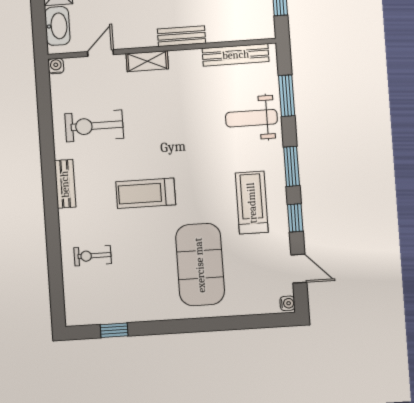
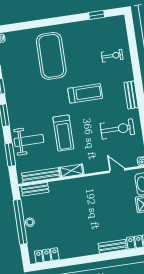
bench: (181, 36) -> (35, 189), moved
door: (100, 53) -> (117, 170), swing flipped
shelving: (147, 61) -> (71, 171), moved
treadmill: (252, 203) -> (63, 133), moved

